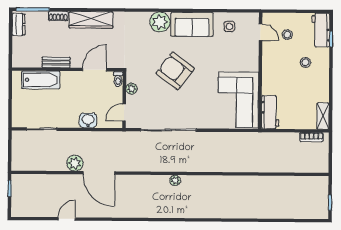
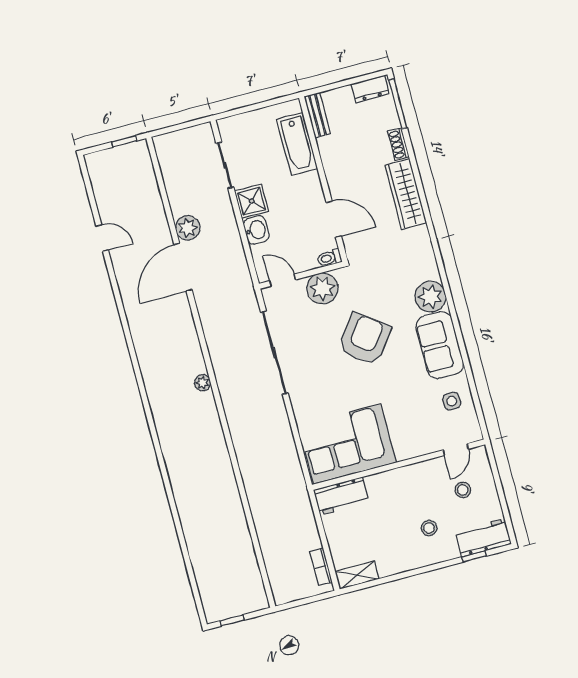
bench: (56, 62) -> (317, 115), moved
plant: (131, 89) -> (322, 288), width x1.87, depth x1.87
shower: (69, 118) -> (252, 201), added

